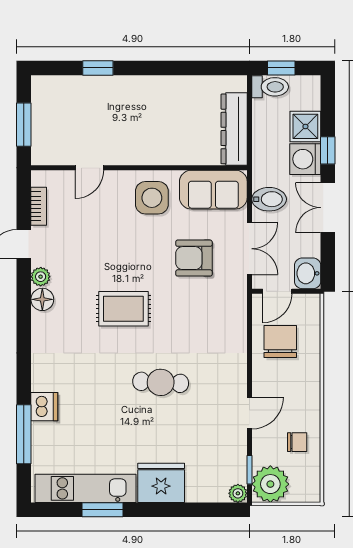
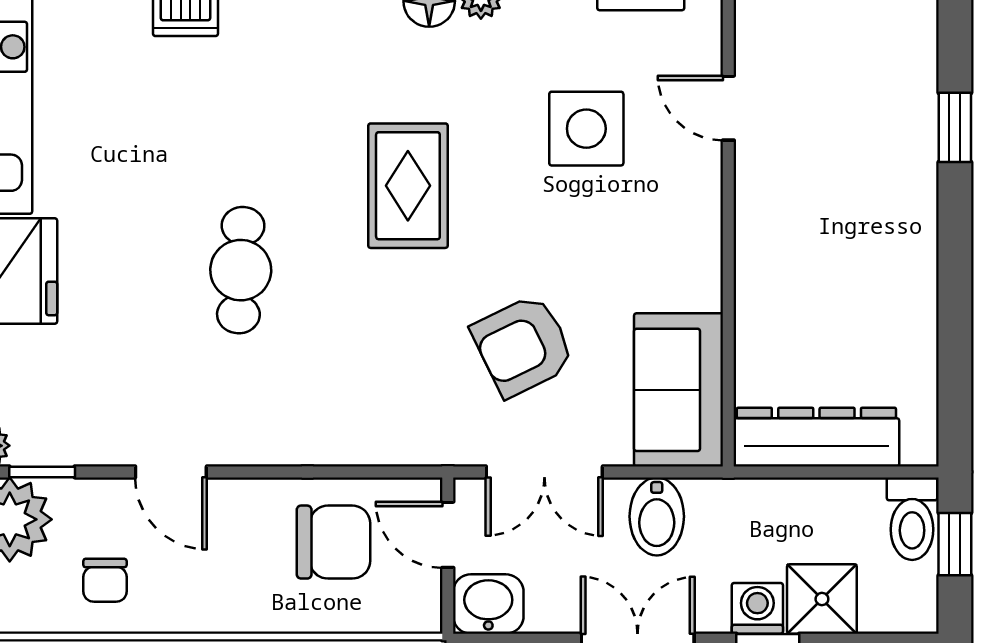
washing machine: (305, 159) -> (757, 608), width x0.73, depth x0.73
side table: (152, 198) -> (586, 129), moved
armchair: (194, 258) -> (523, 346), turned -116

